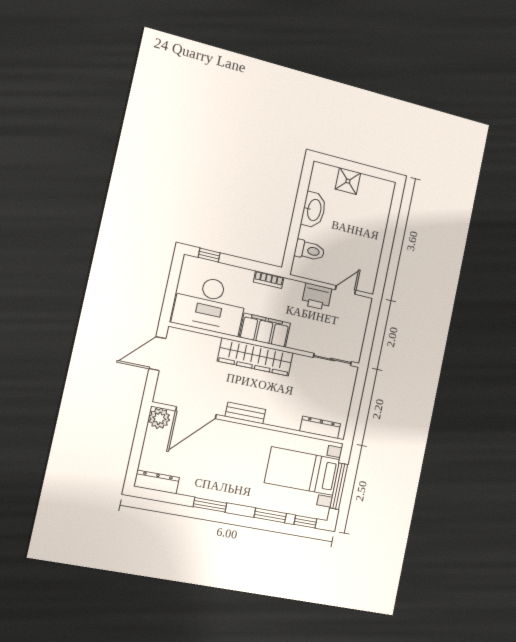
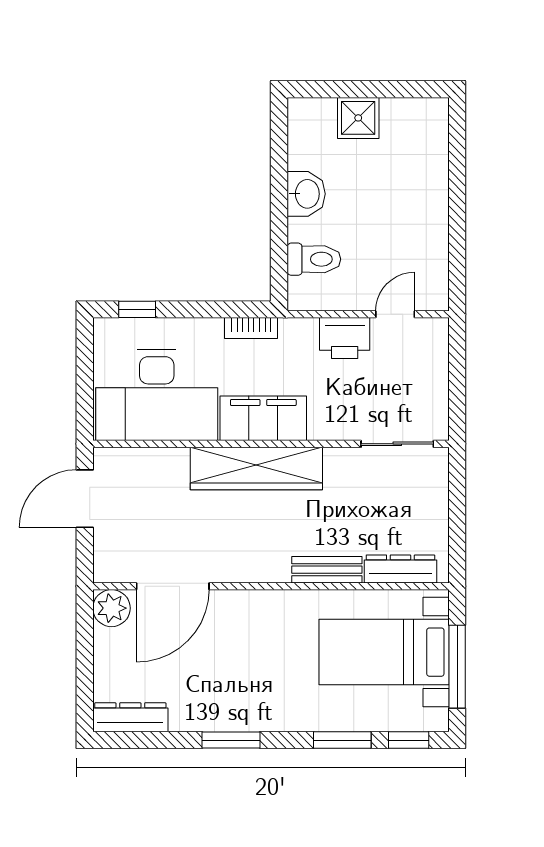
washbasin: (314, 210) -> (306, 194), width x0.72
bench: (245, 413) -> (327, 570), moved

